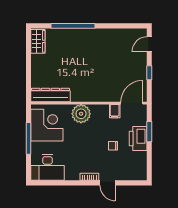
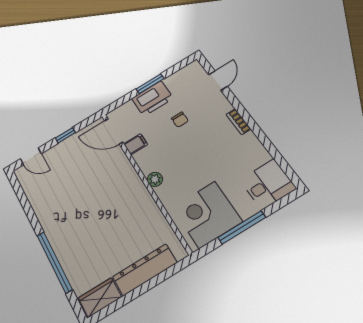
dresser: (50, 95) -> (145, 270), moved, turned 90
plant: (81, 114) -> (155, 179), width x0.53, depth x0.53
window: (149, 132) -> (150, 84), moved
desk: (47, 167) -> (268, 184), width x0.73
door: (108, 183) -> (218, 81), moved

